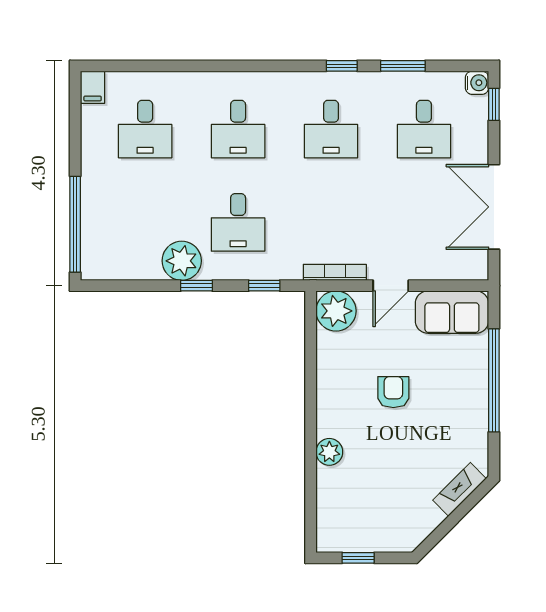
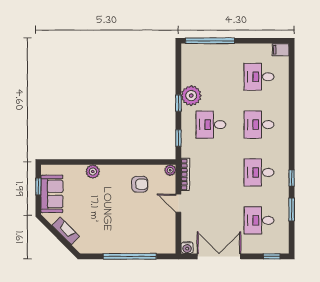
water cooler: (477, 83) -> (187, 248), moved
plant: (336, 311) -> (170, 170), width x0.53, depth x0.53
sofa: (452, 312) -> (52, 194), moved, turned 180
armchair: (393, 392) -> (140, 184), moved
fireplace: (460, 489) -> (66, 231), moved

